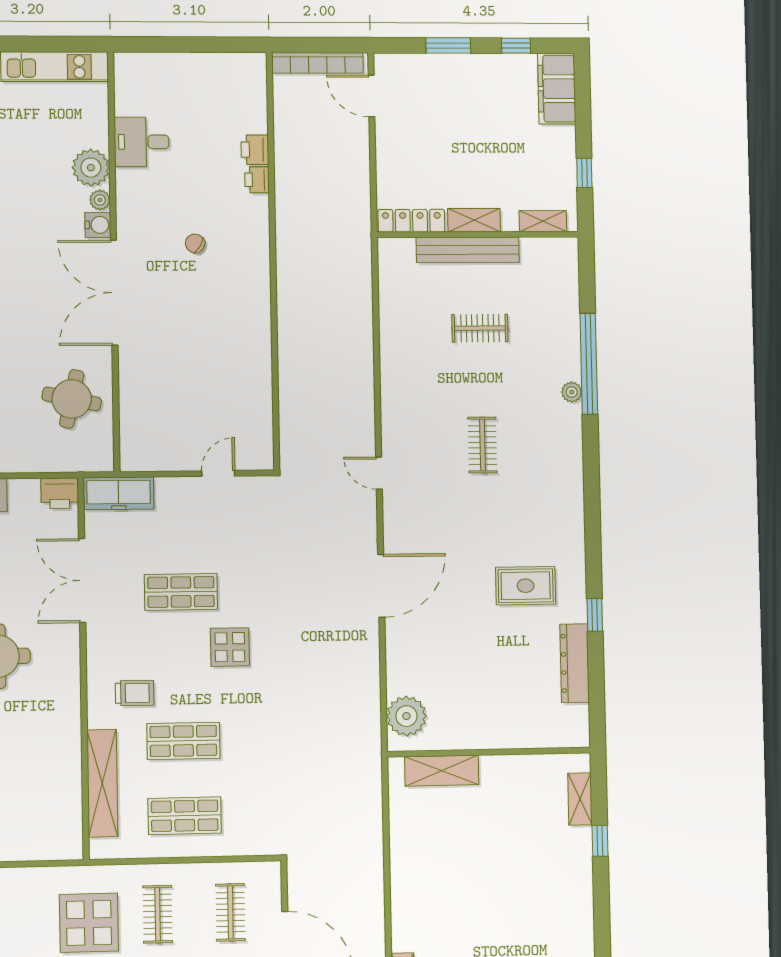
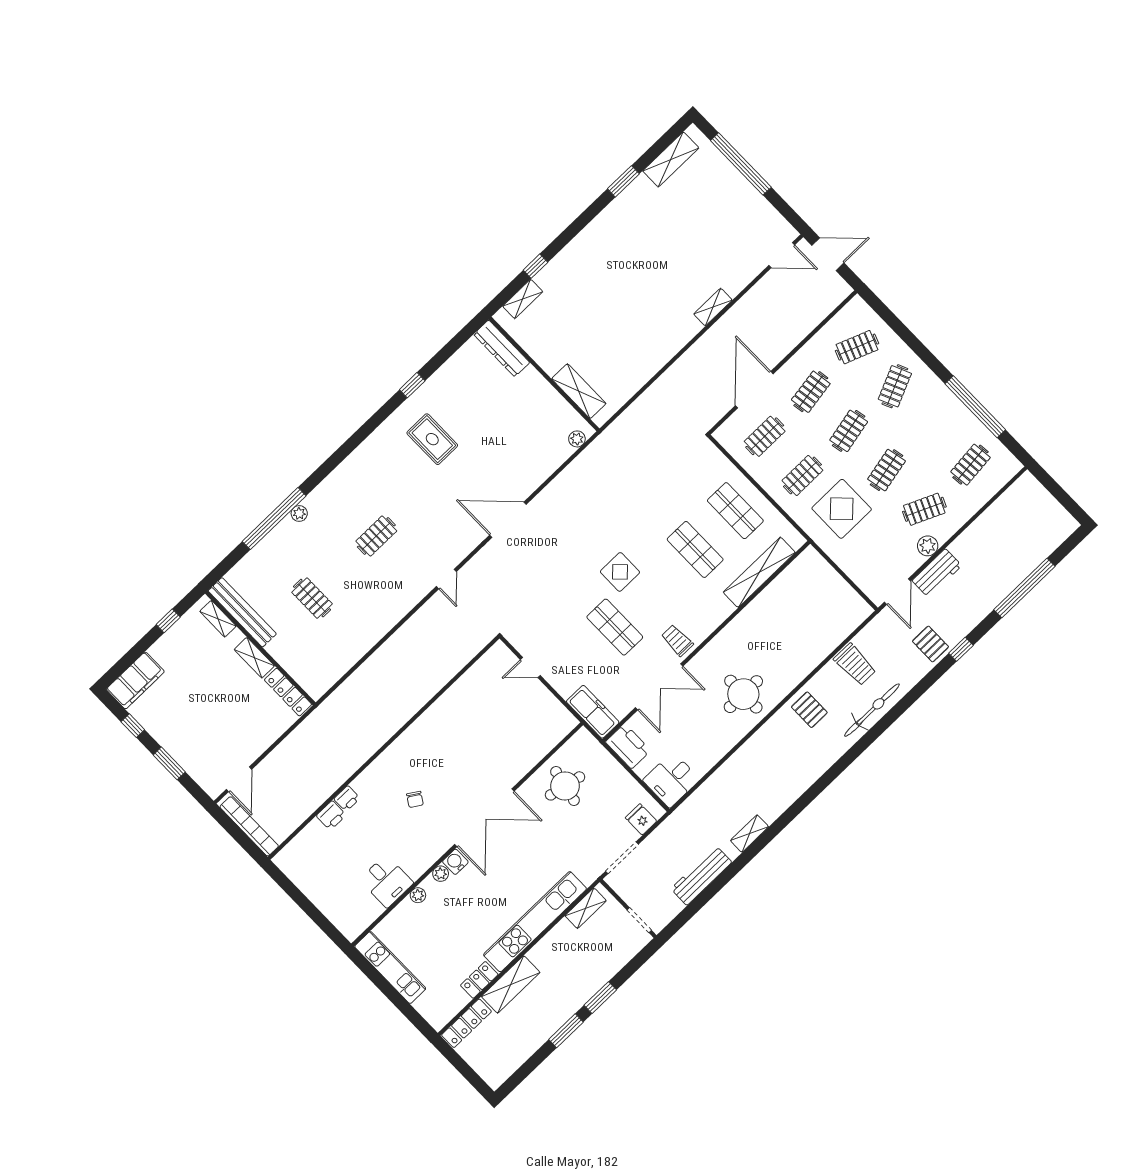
plant: (91, 168) -> (418, 895), width x0.53, depth x0.53
bench: (468, 250) -> (242, 612), moved
printer: (60, 493) -> (628, 746), width x1.37, depth x1.19
dresser: (574, 663) -> (502, 348), moved, turned 90
trolley: (135, 693) -> (677, 640), moved
plant: (406, 716) -> (577, 439), width x0.53, depth x0.53

